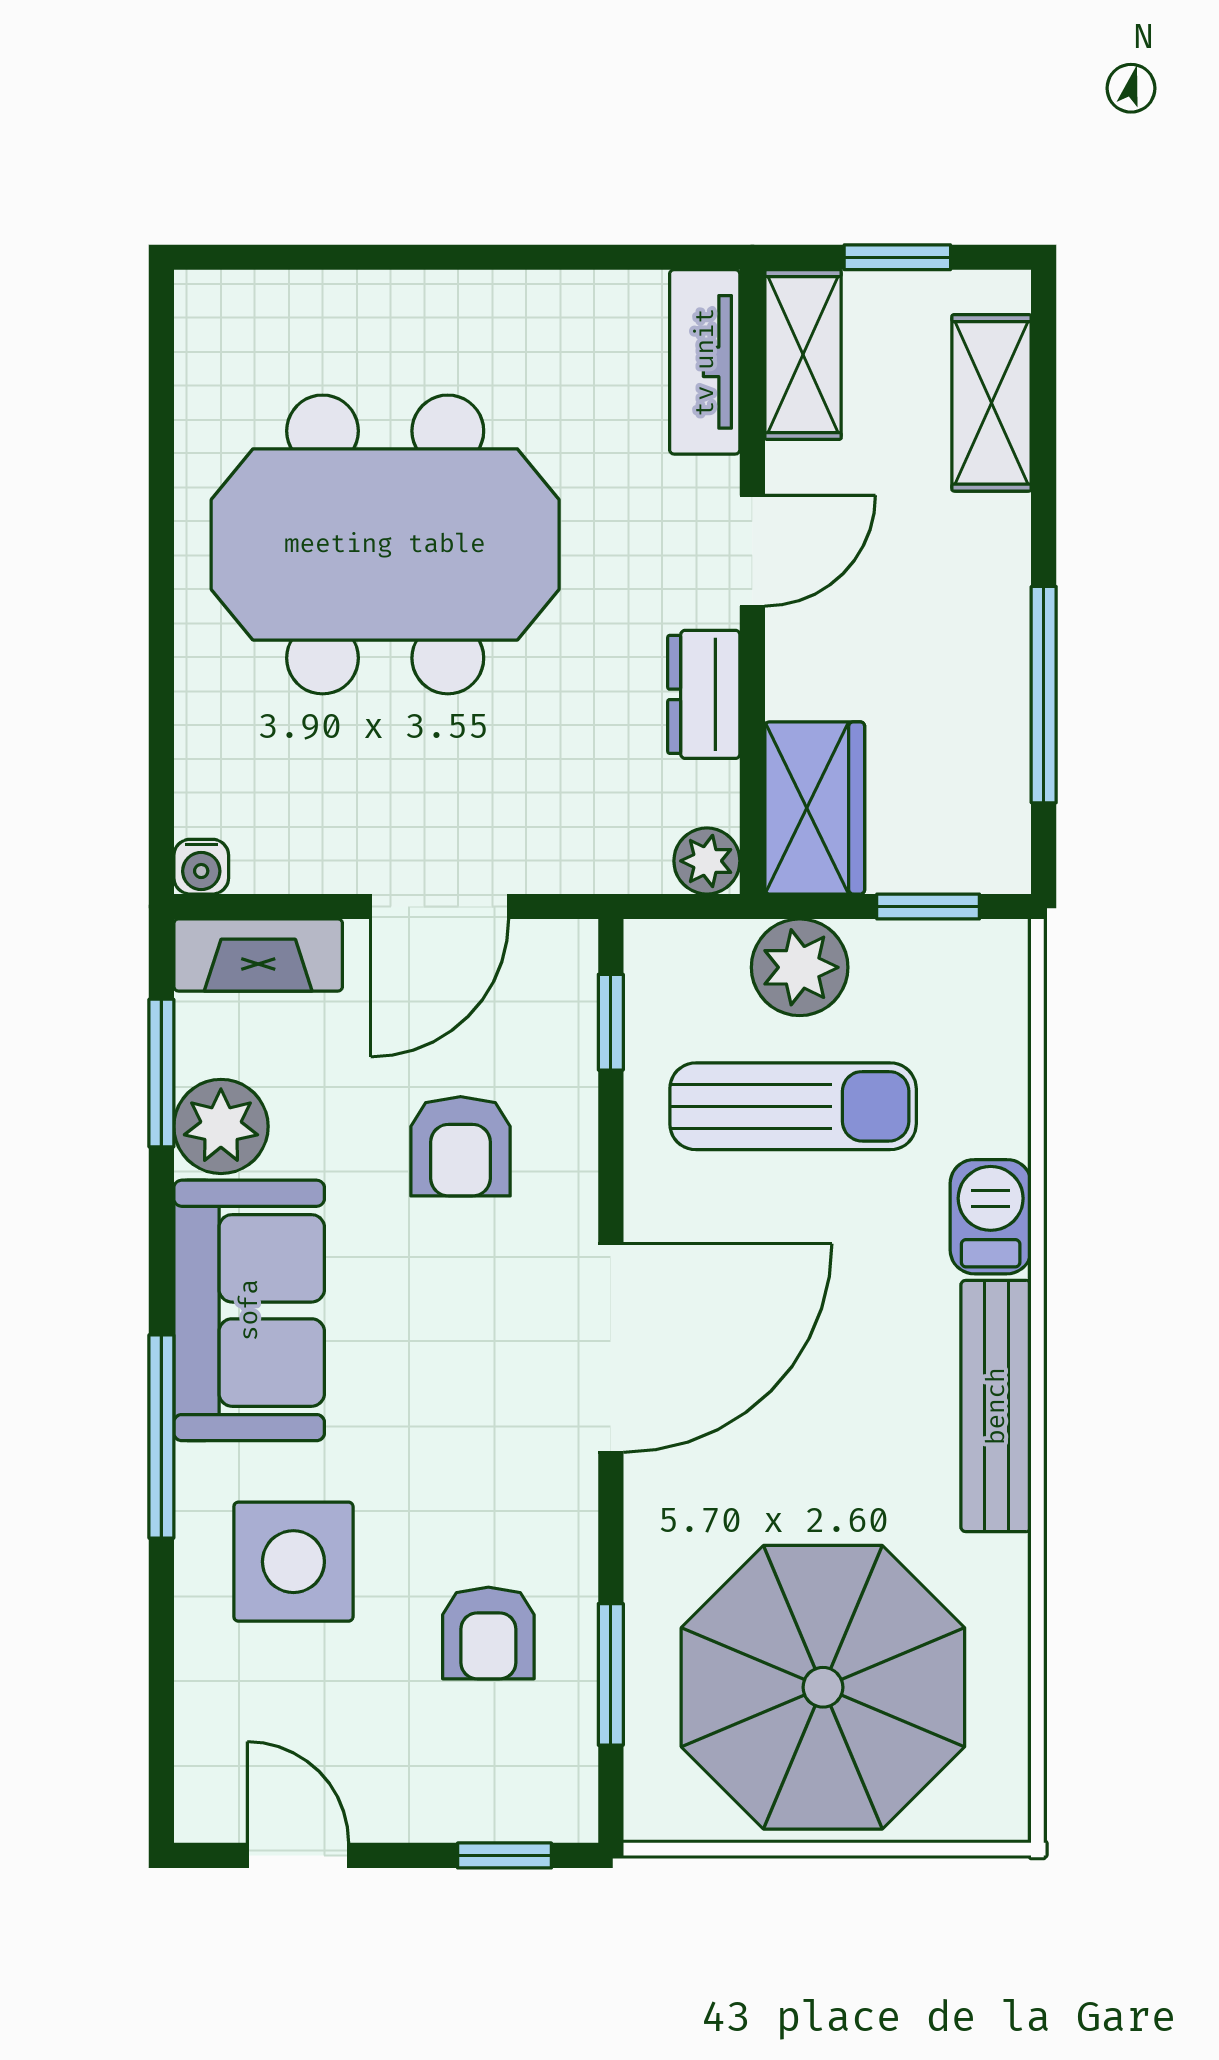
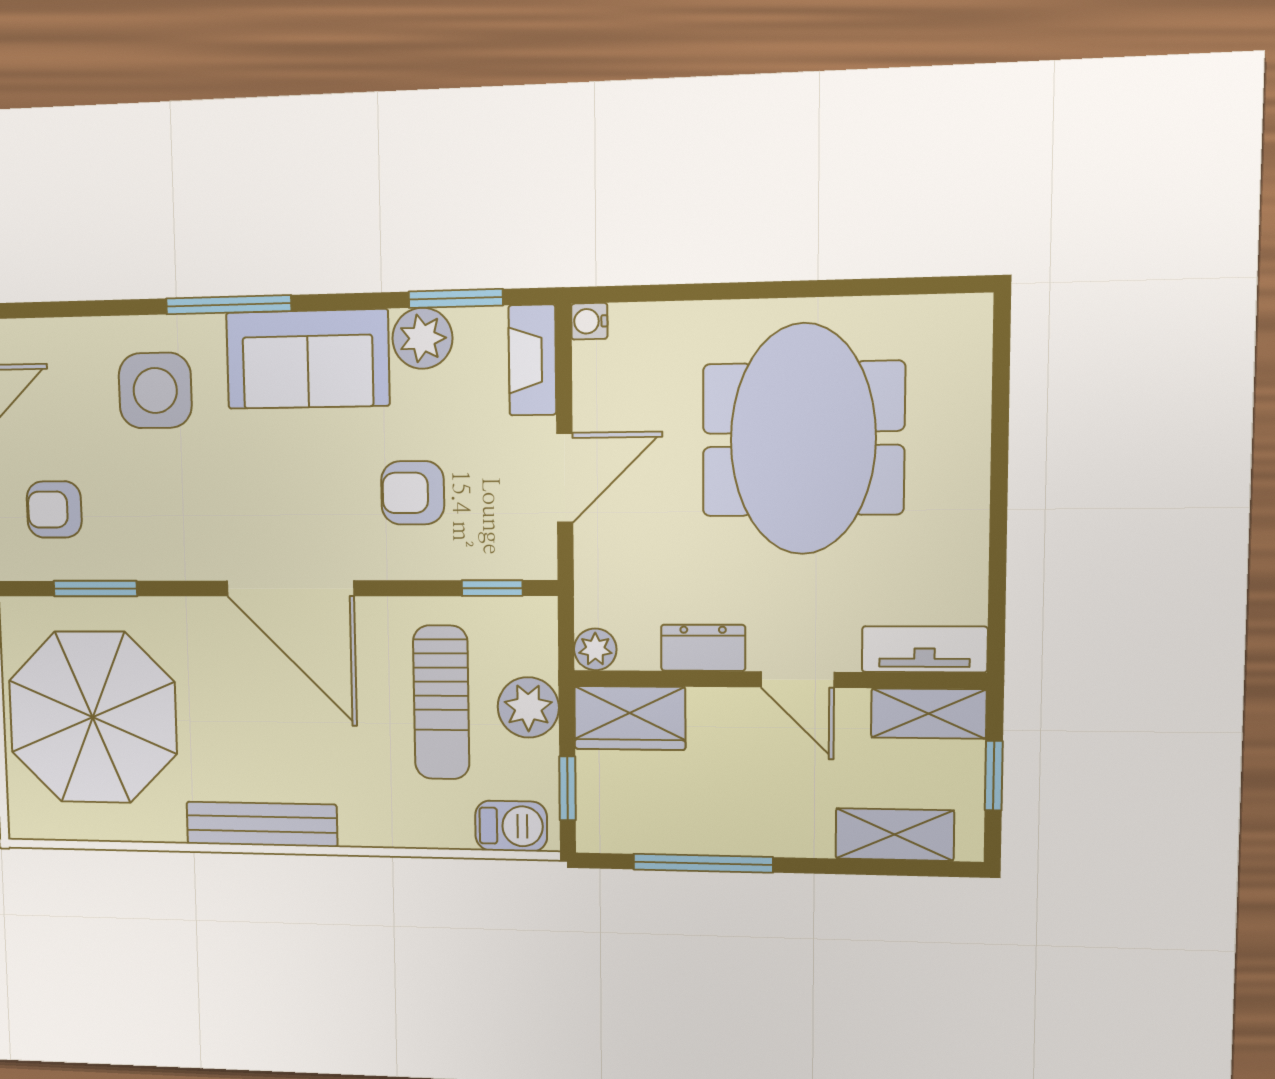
door: (440, 906) -> (565, 478), swing flipped
barbecue: (991, 1217) -> (511, 826), moved
armchair: (488, 1633) -> (54, 509), moved

